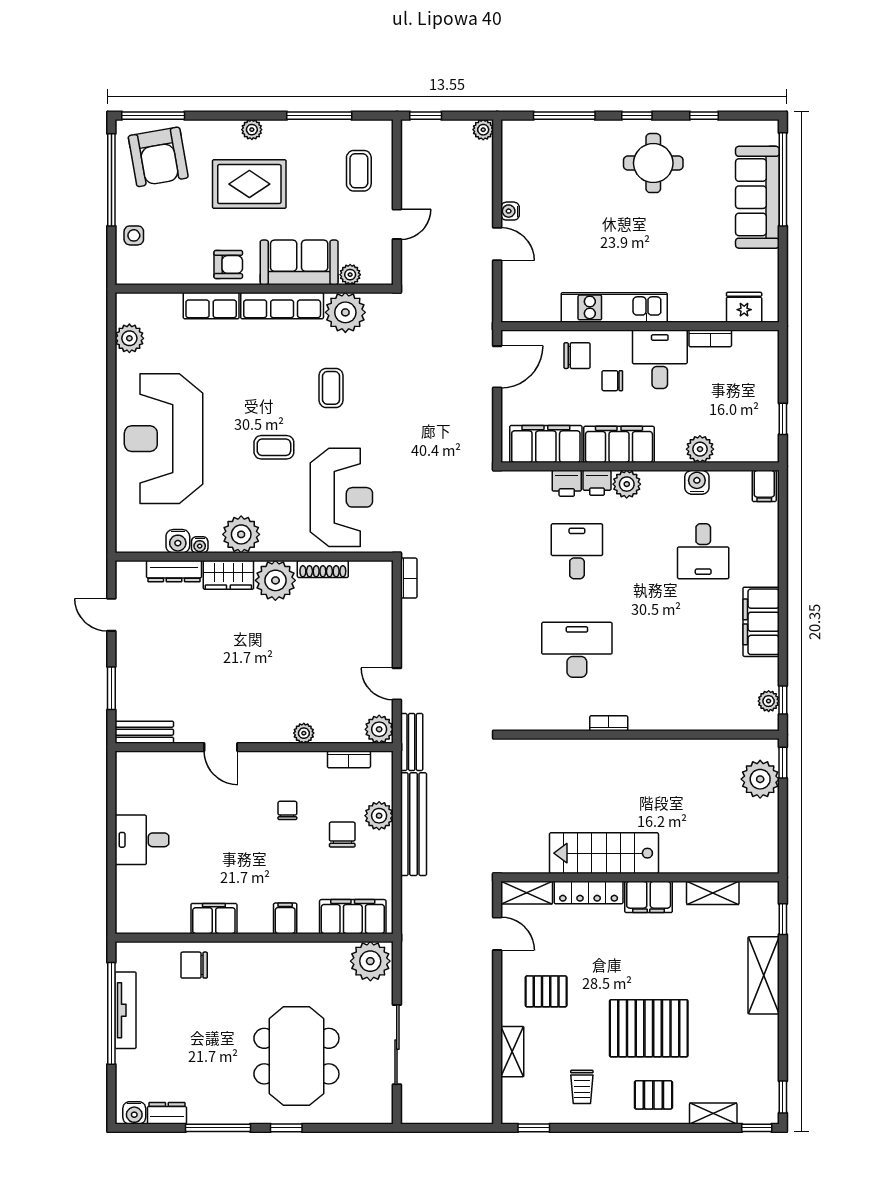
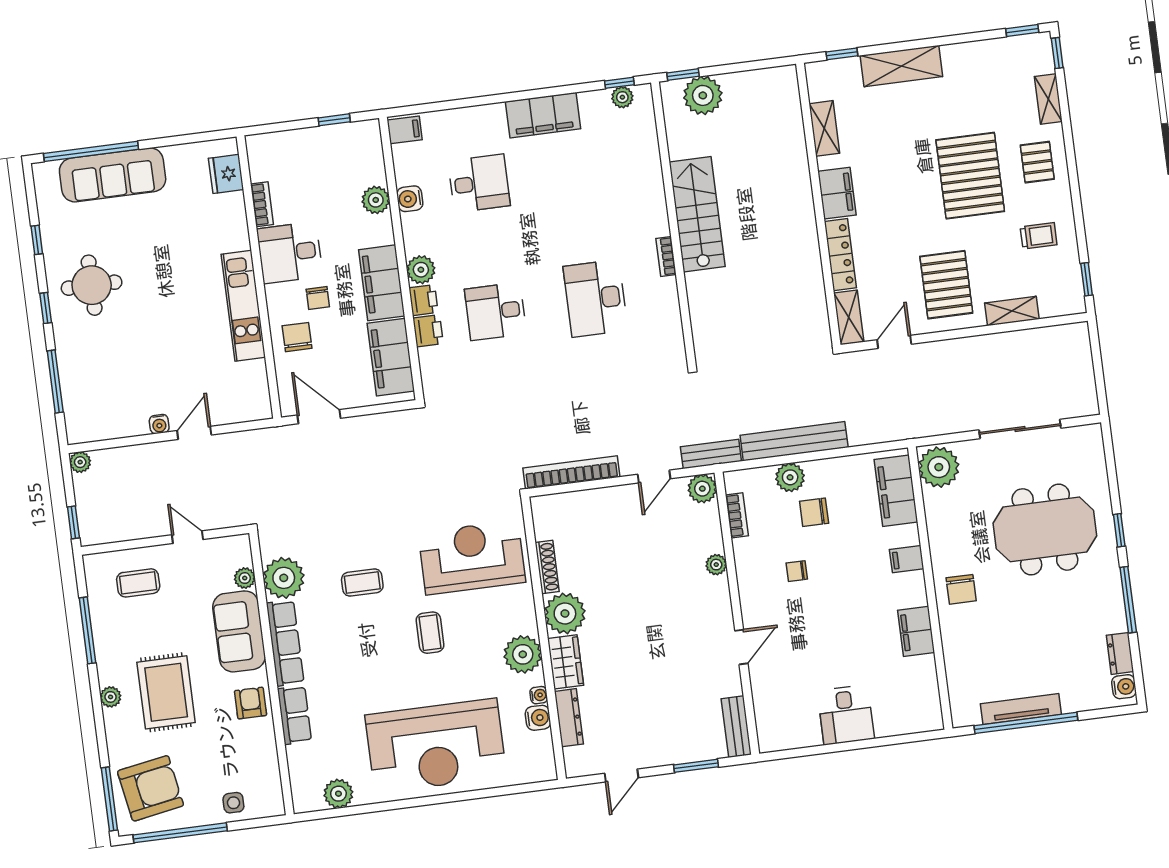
bookcase: (409, 578) -> (571, 472), width x2.31, depth x1.31
stairs: (604, 853) -> (697, 214), moved, turned 180
chair: (194, 965) -> (961, 589), moved
pallet: (546, 991) -> (946, 285), width x1.50, depth x1.42

